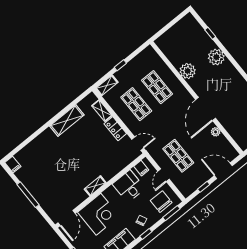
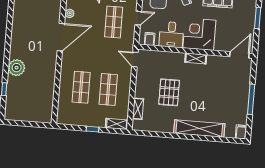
plant: (188, 71) -> (47, 78), removed
shelving: (67, 120) -> (199, 129), moved, width x1.47
locker: (115, 129) -> (141, 86), removed
pallet: (91, 144) -> (169, 92), added
corner desk: (99, 214) -> (199, 34), moved

